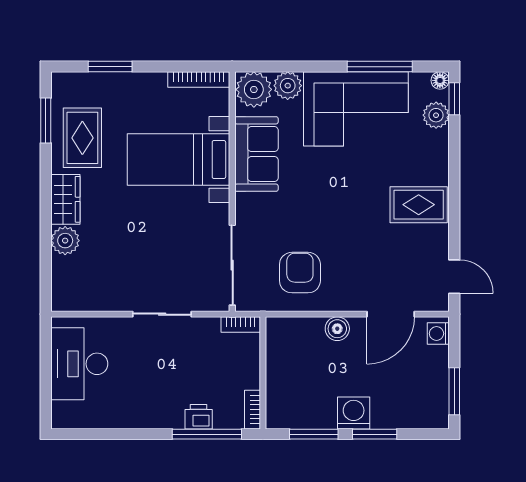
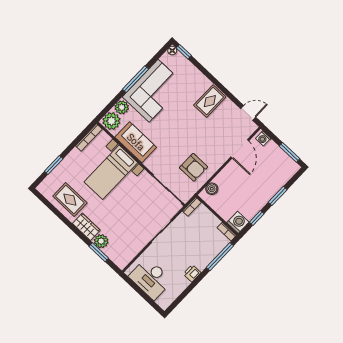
window: (380, 67) -> (136, 79), moved
plant: (436, 115) -> (183, 64), removed
window: (46, 120) -> (99, 252), moved
armchair: (300, 273) -> (194, 167), turned 180
boiler: (337, 329) -> (212, 189), moved
washing machine: (354, 413) -> (238, 222), moved, turned 90
printer: (199, 417) -> (192, 273), moved
window: (314, 434) -> (257, 218), width x0.67

